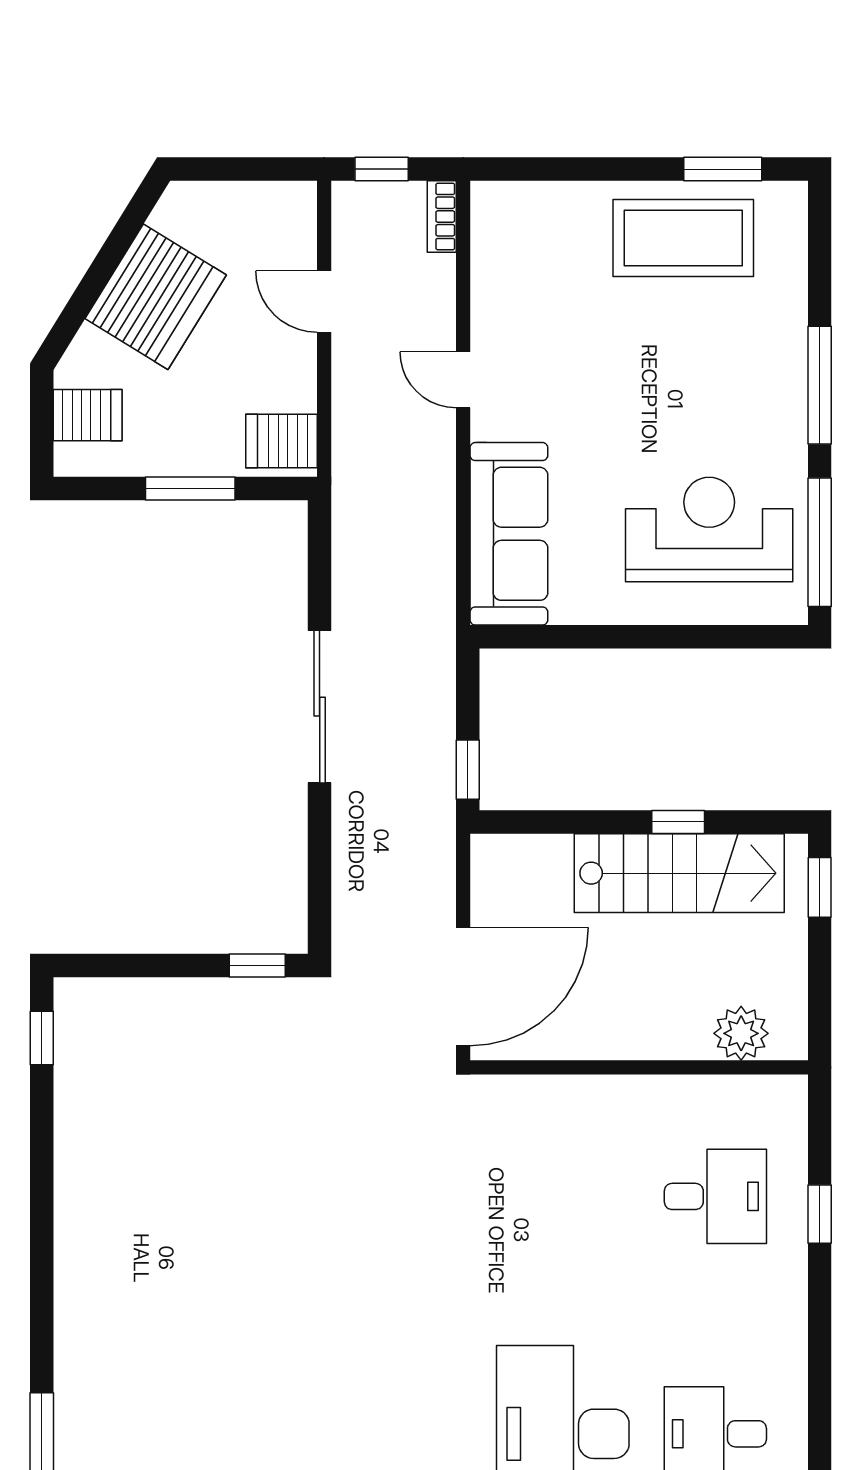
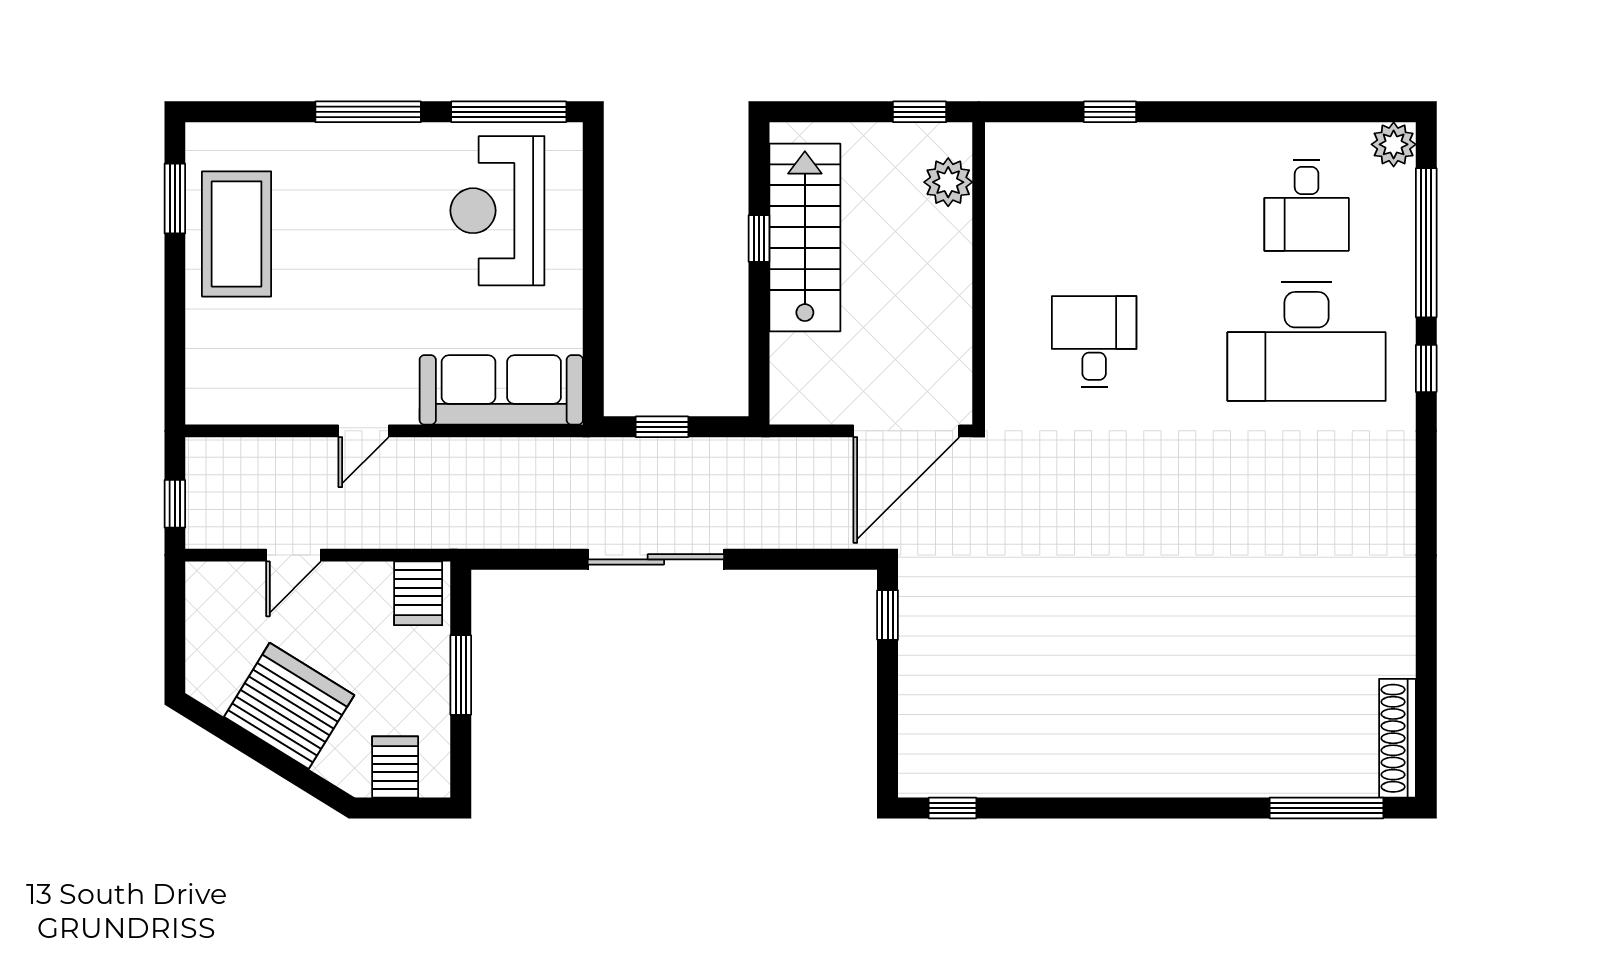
bookcase: (442, 216) -> (217, 450), removed
window: (468, 770) -> (662, 427), moved
window: (820, 887) -> (920, 112), moved
door: (463, 987) -> (906, 431), swing flipped
desk: (715, 1196) -> (1094, 342), moved

